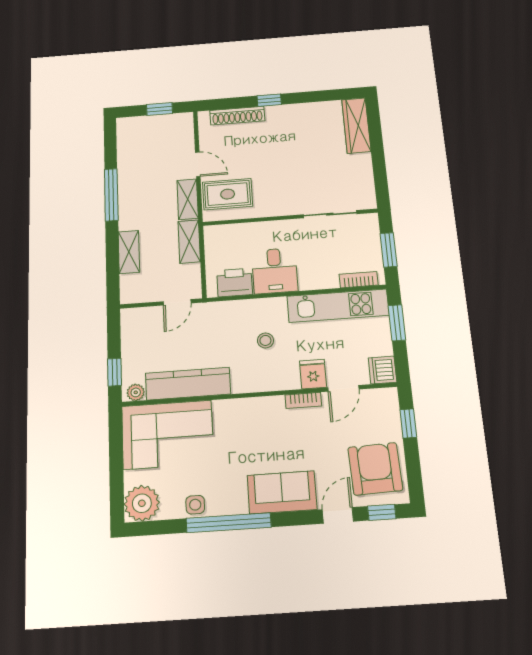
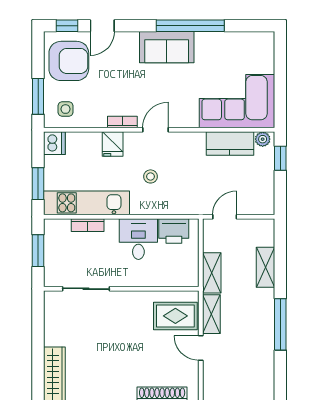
bookcase: (359, 280) -> (88, 225), moved
kitchen counter: (188, 384) -> (230, 144), width x0.67
door: (343, 388) -> (155, 130), moved
window: (408, 423) -> (38, 96), width x1.50
armchair: (375, 469) -> (69, 61), turned -88
sofa: (282, 492) -> (167, 47), moved
plant: (142, 503) -> (260, 46), removed
side table: (195, 505) -> (66, 109), moved

